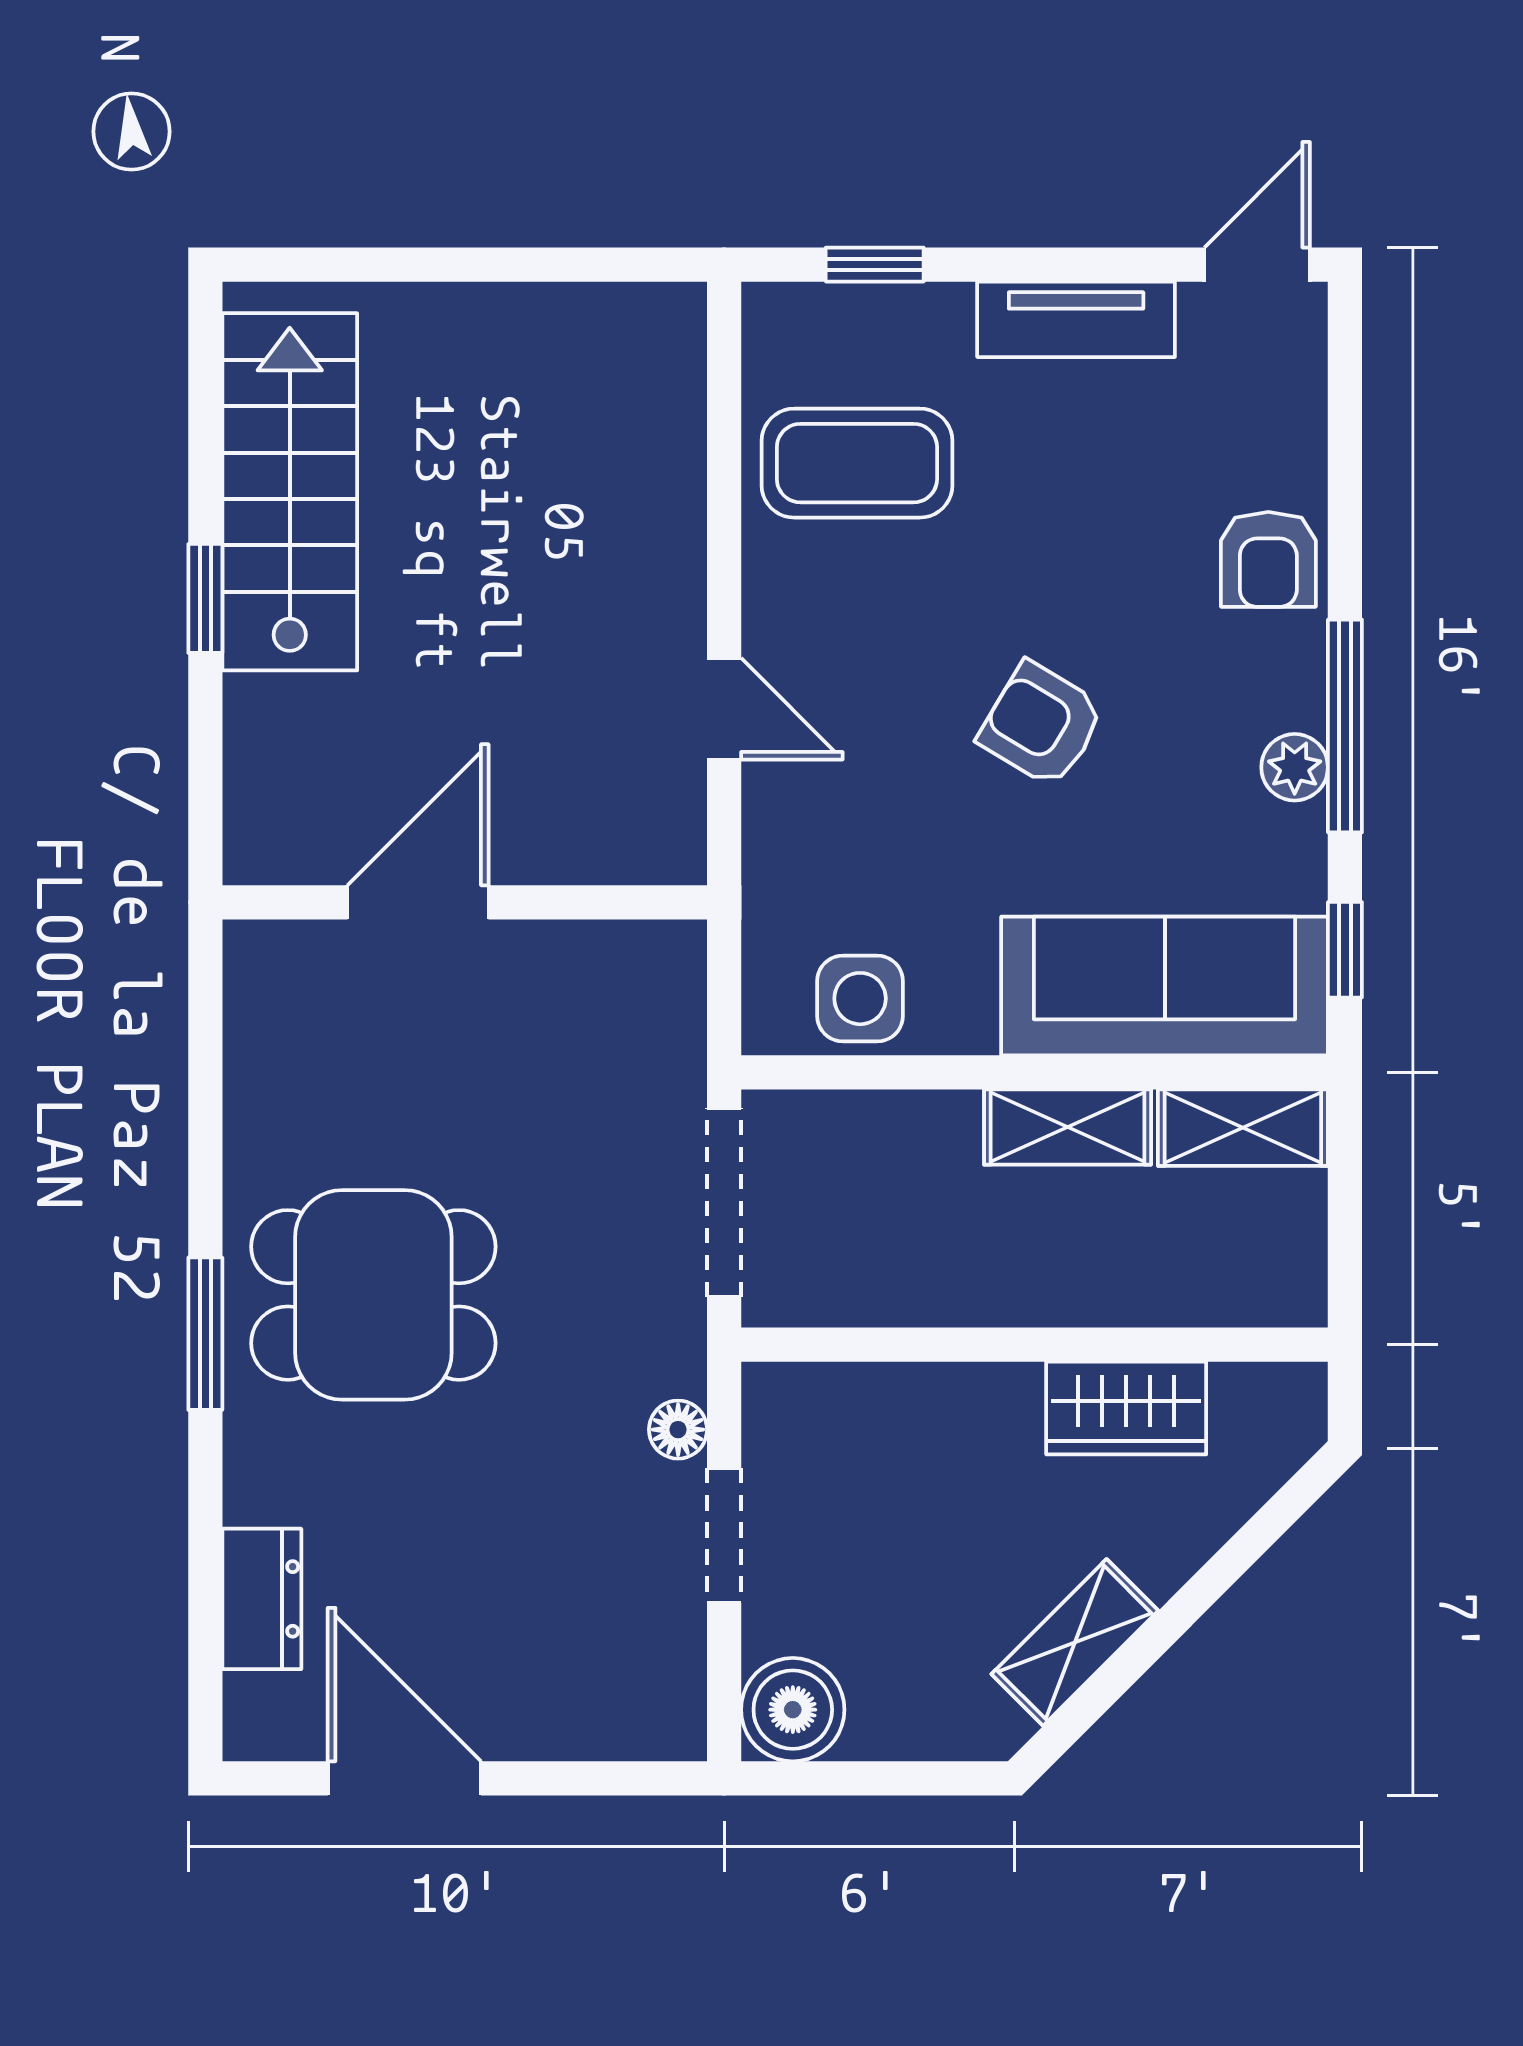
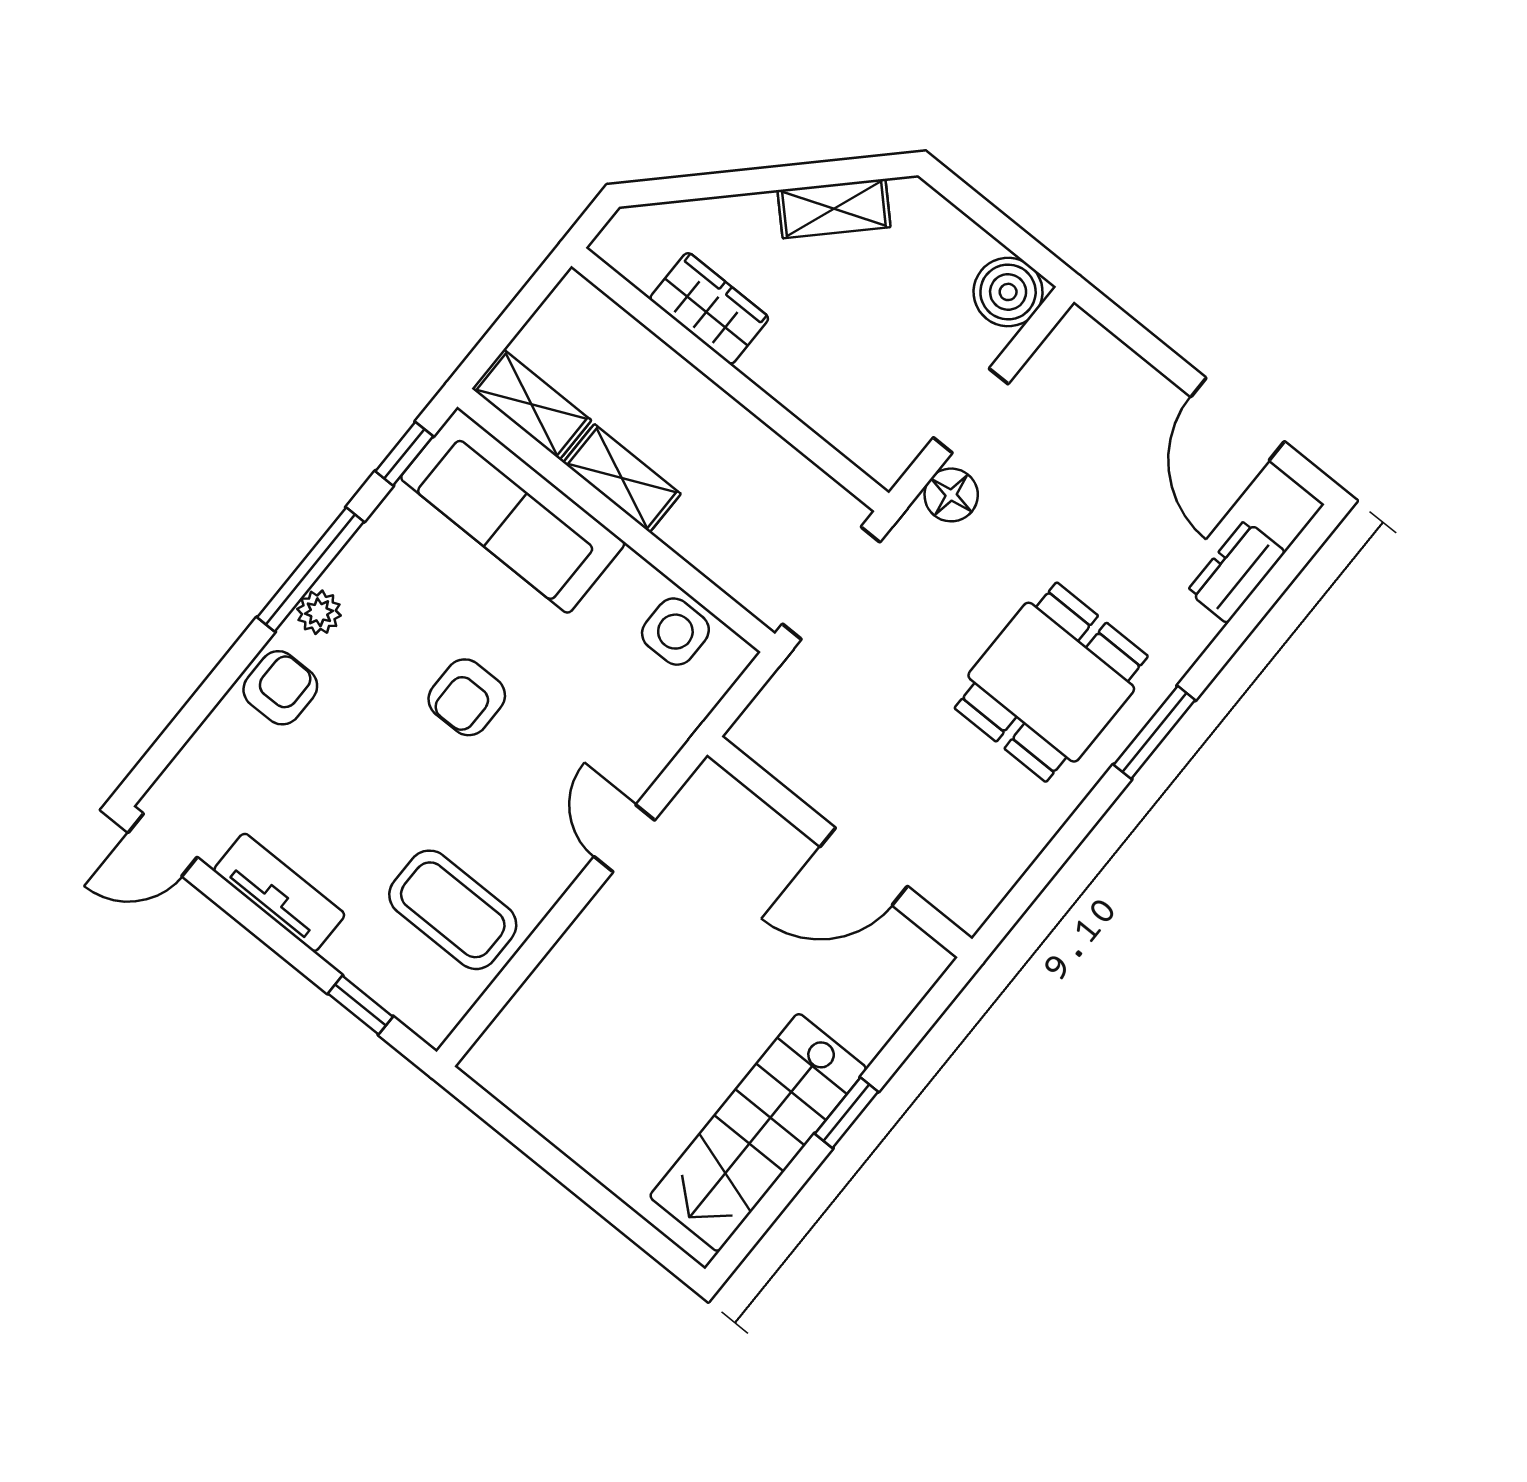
armchair: (1042, 724) -> (467, 697), turned 59
plant: (1295, 767) -> (319, 612), moved
dining table: (373, 1295) -> (1051, 682), turned 90
floor lamp: (678, 1430) -> (951, 495), width x1.37, depth x1.37

